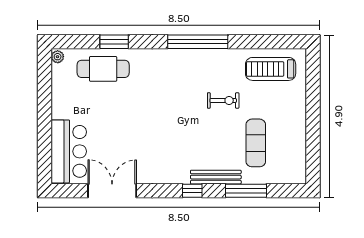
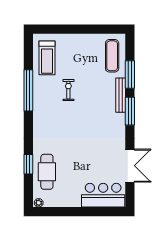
window: (198, 42) -> (28, 90), moved
exercise mat: (256, 143) -> (112, 56), moved, turned 90
double door: (112, 191) -> (130, 166), swing flipped
window: (192, 191) -> (130, 111), width x2.17

